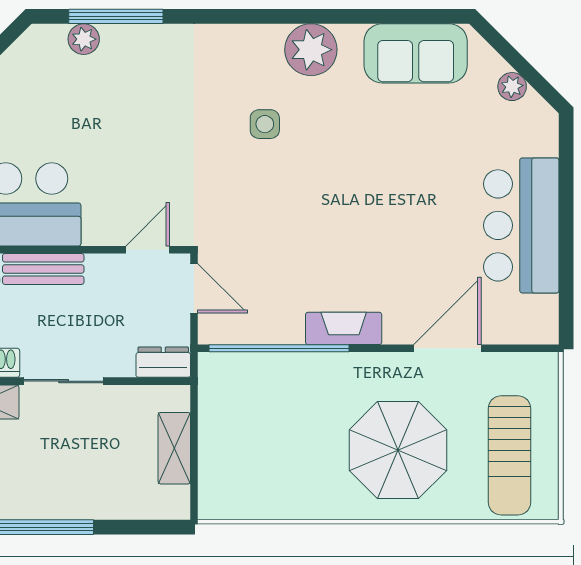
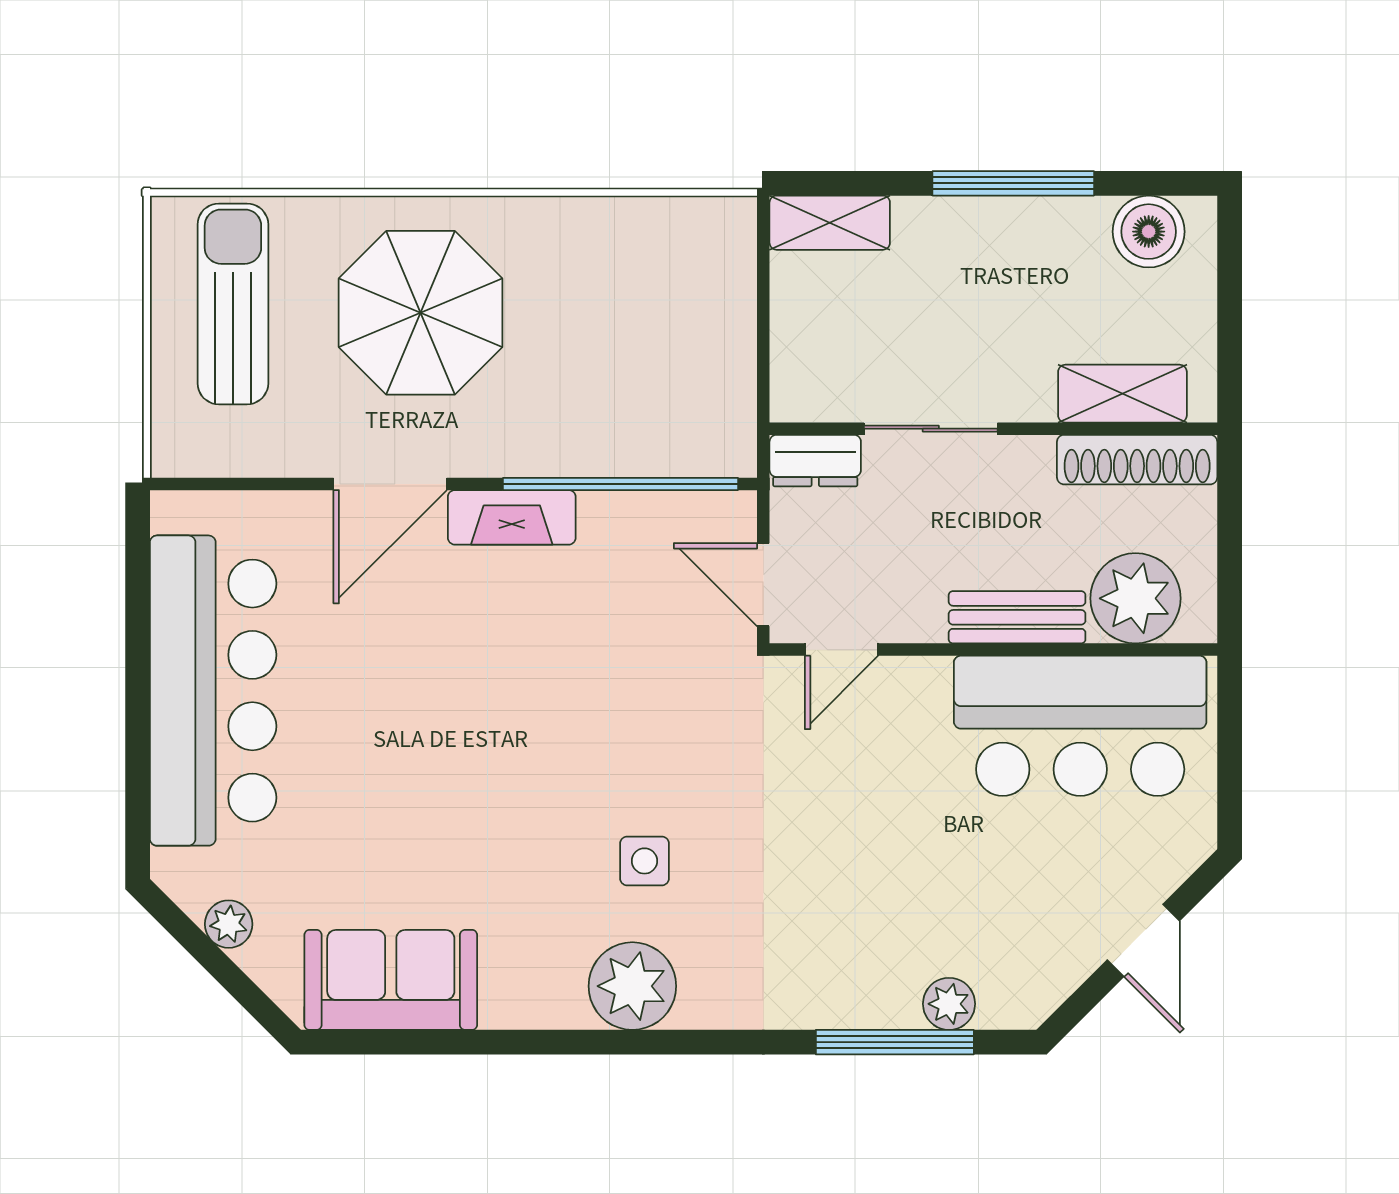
plant: (311, 50) -> (632, 986), moved
bar counter: (521, 225) -> (213, 691), width x1.36
door: (447, 348) -> (390, 484), moved
sliding door: (64, 381) -> (931, 429), moved
shelving: (174, 448) -> (830, 223), moved, turned 90

